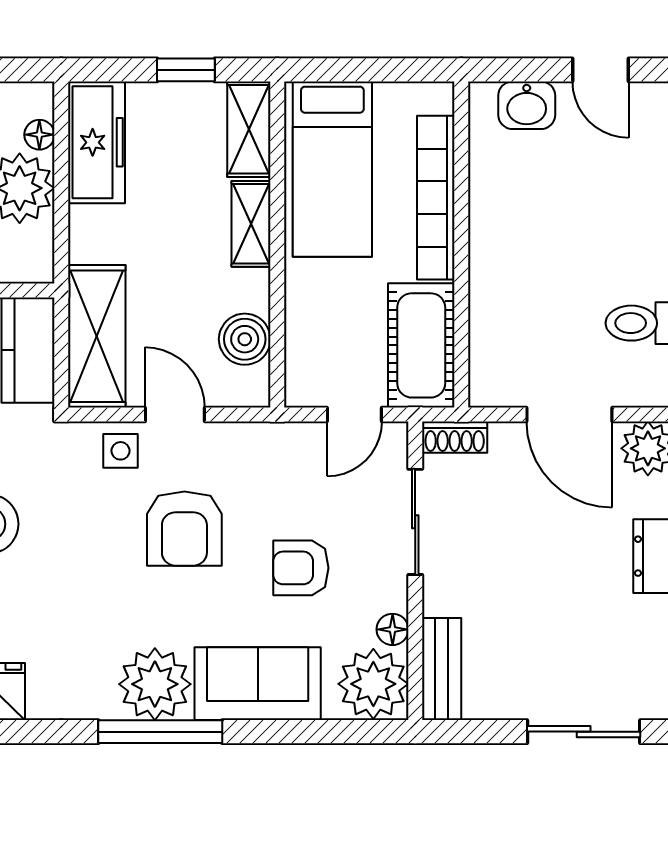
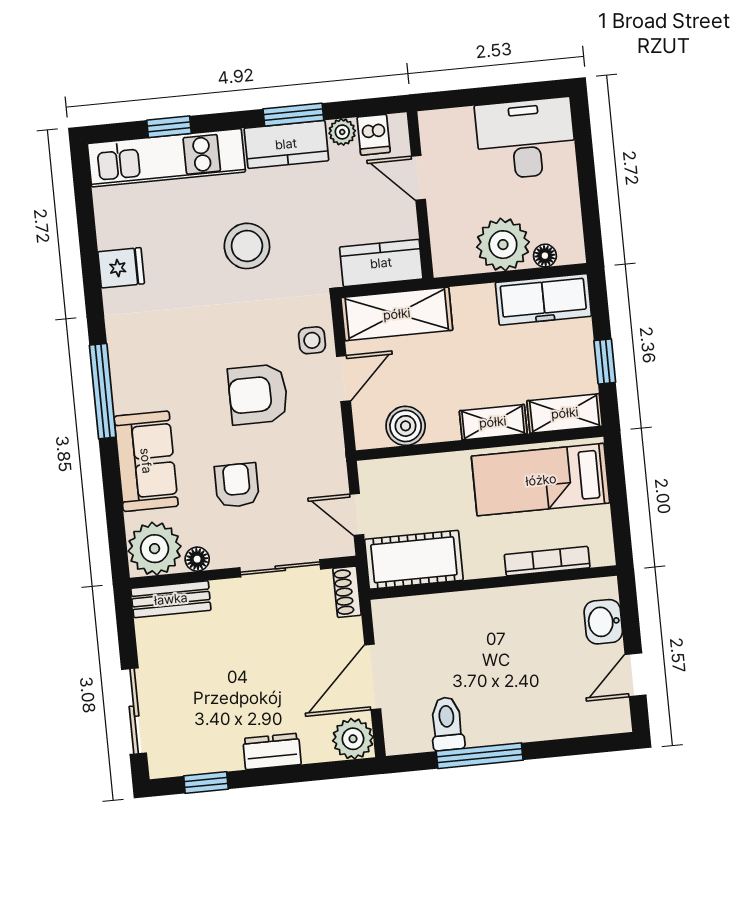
bookcase: (436, 198) -> (547, 561), width x0.68, depth x0.76
plant: (155, 684) -> (138, 384), removed

